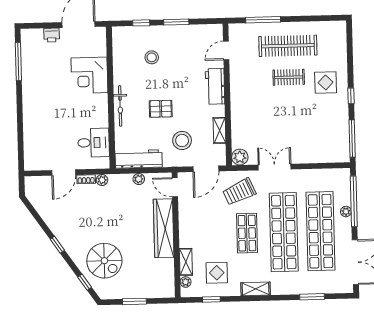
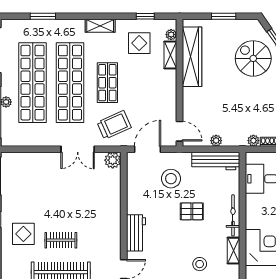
shelving: (220, 130) -> (234, 251), moved
wardrobe: (164, 228) -> (192, 57), moved

